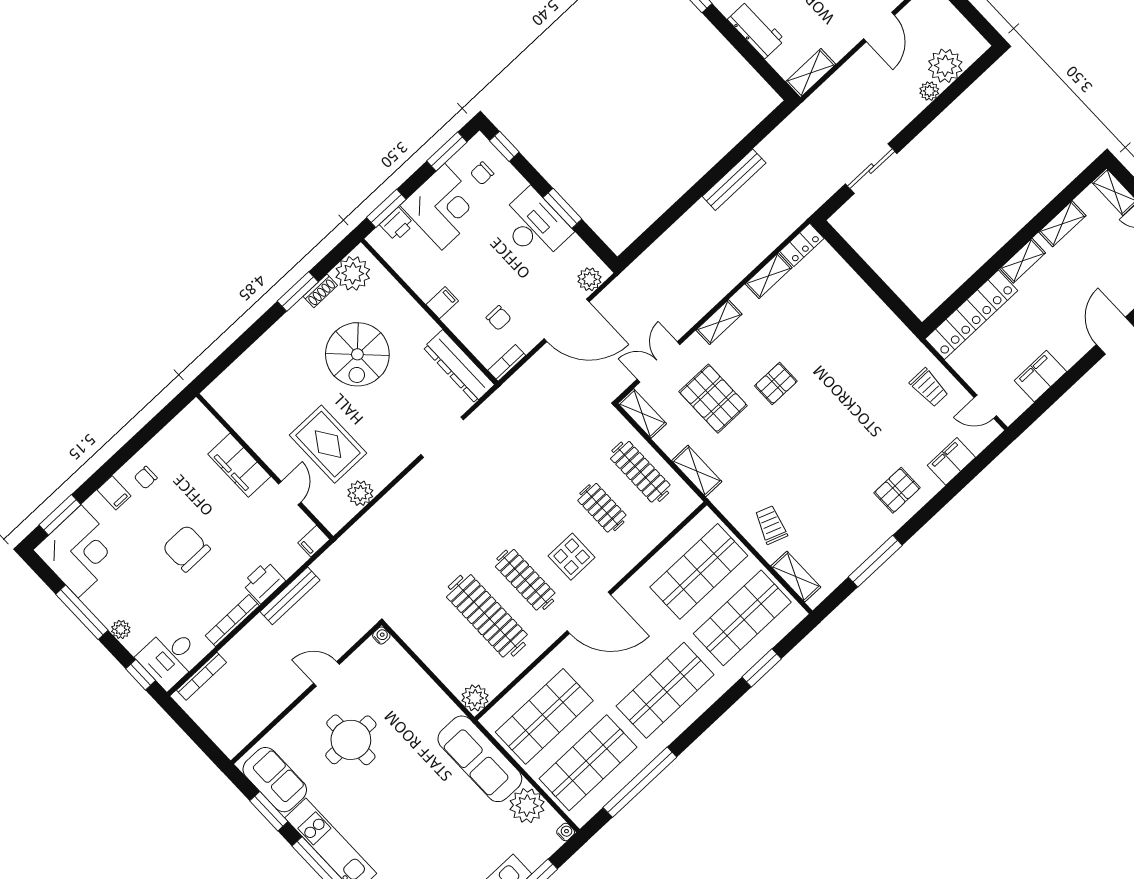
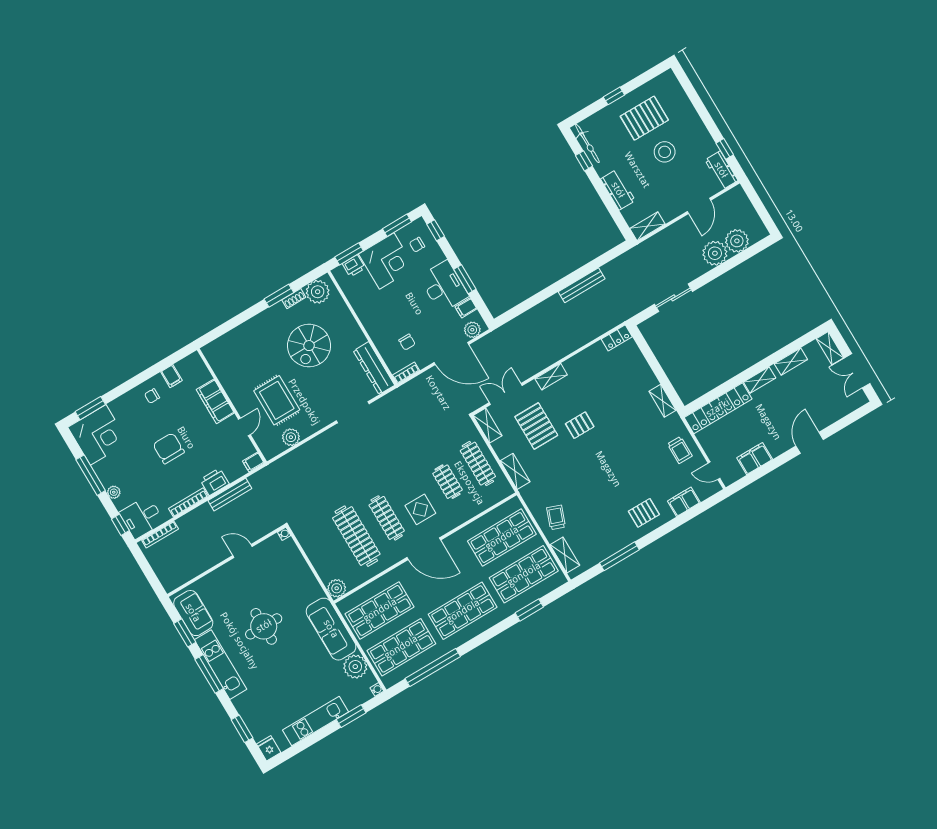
plant: (929, 91) -> (715, 253), width x1.88, depth x1.88
shelving: (769, 276) -> (663, 401), moved, turned 90
filing cabinet: (442, 303) -> (466, 308), moved, turned 180
filing cabinet: (114, 493) -> (171, 376), moved
round table: (351, 740) -> (264, 626), moved

